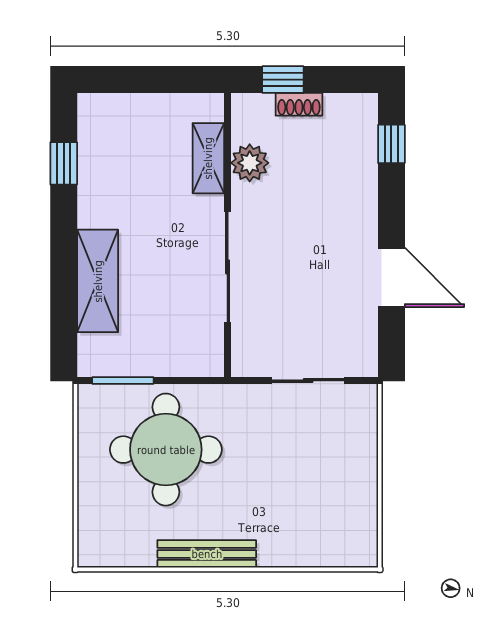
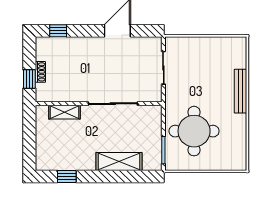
plant: (250, 163) -> (66, 94), removed
bench: (207, 554) -> (240, 91), moved

